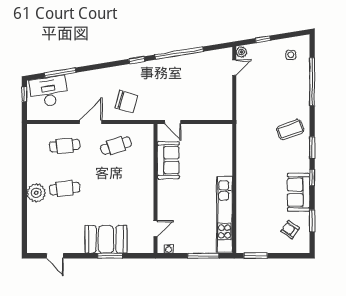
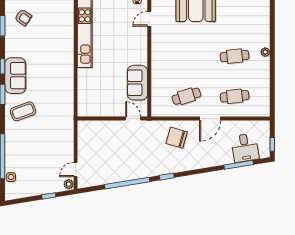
side table: (291, 55) -> (11, 177), moved
desk: (49, 92) -> (245, 148), width x0.73
sofa: (299, 192) -> (15, 76), moved
plant: (36, 193) -> (265, 52), width x0.53, depth x0.53

